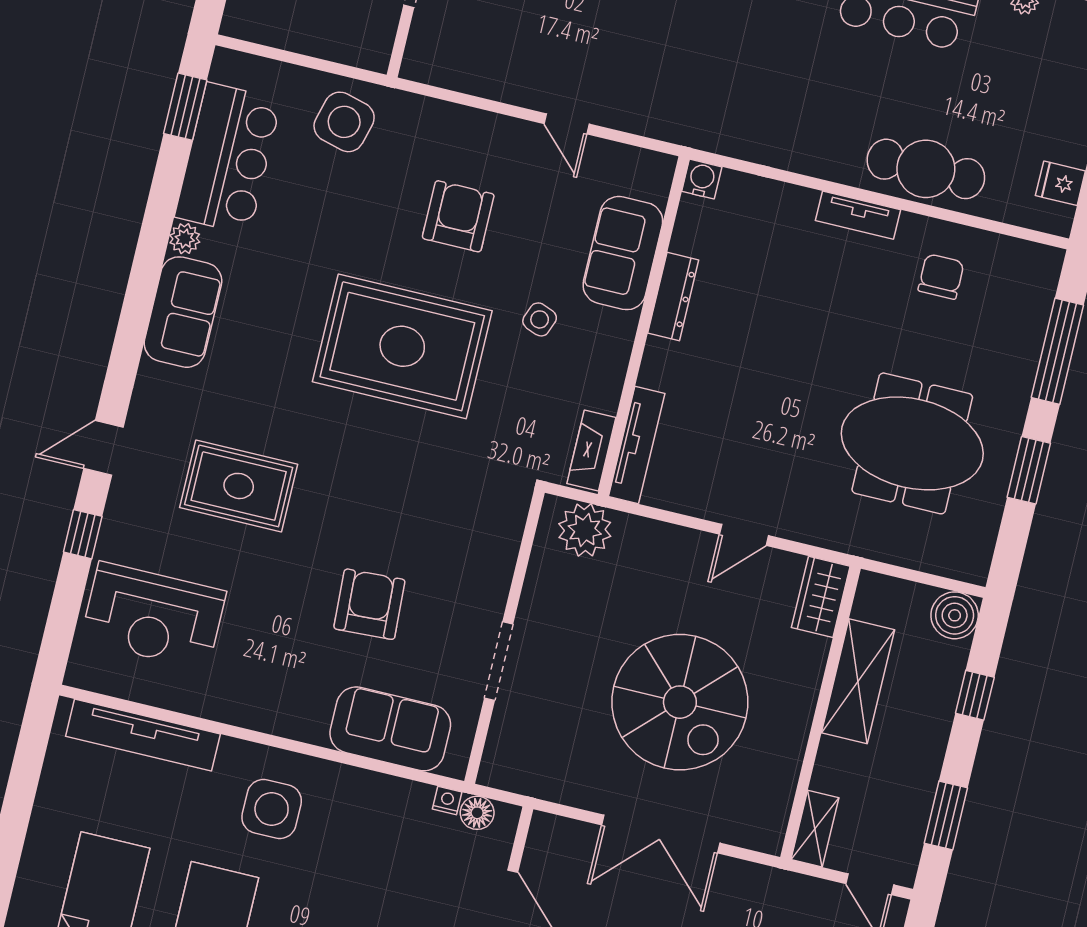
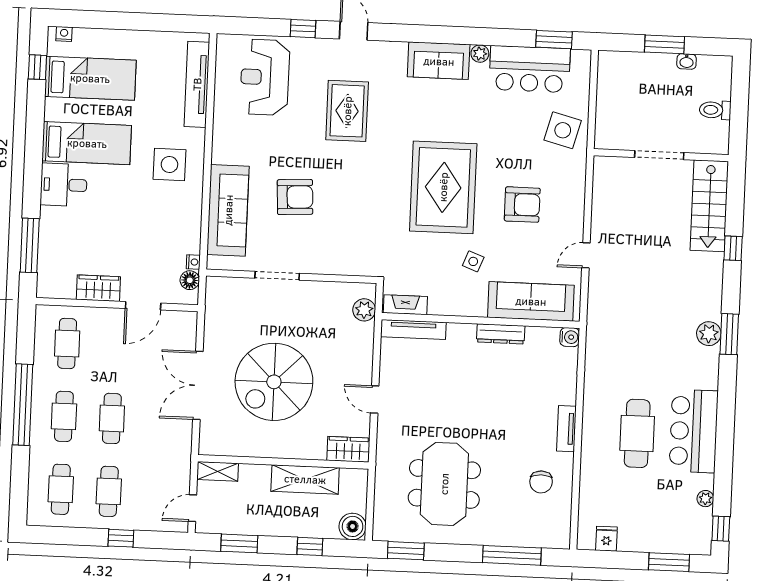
cafe table: (926, 169) -> (637, 433), moved
sofa: (623, 253) -> (531, 301), width x1.36
chair: (941, 277) -> (541, 482), turned 90
window: (1029, 470) -> (406, 551), moved
plant: (585, 530) -> (364, 310), width x0.73, depth x0.73
sofa: (390, 729) -> (228, 210), width x1.36

